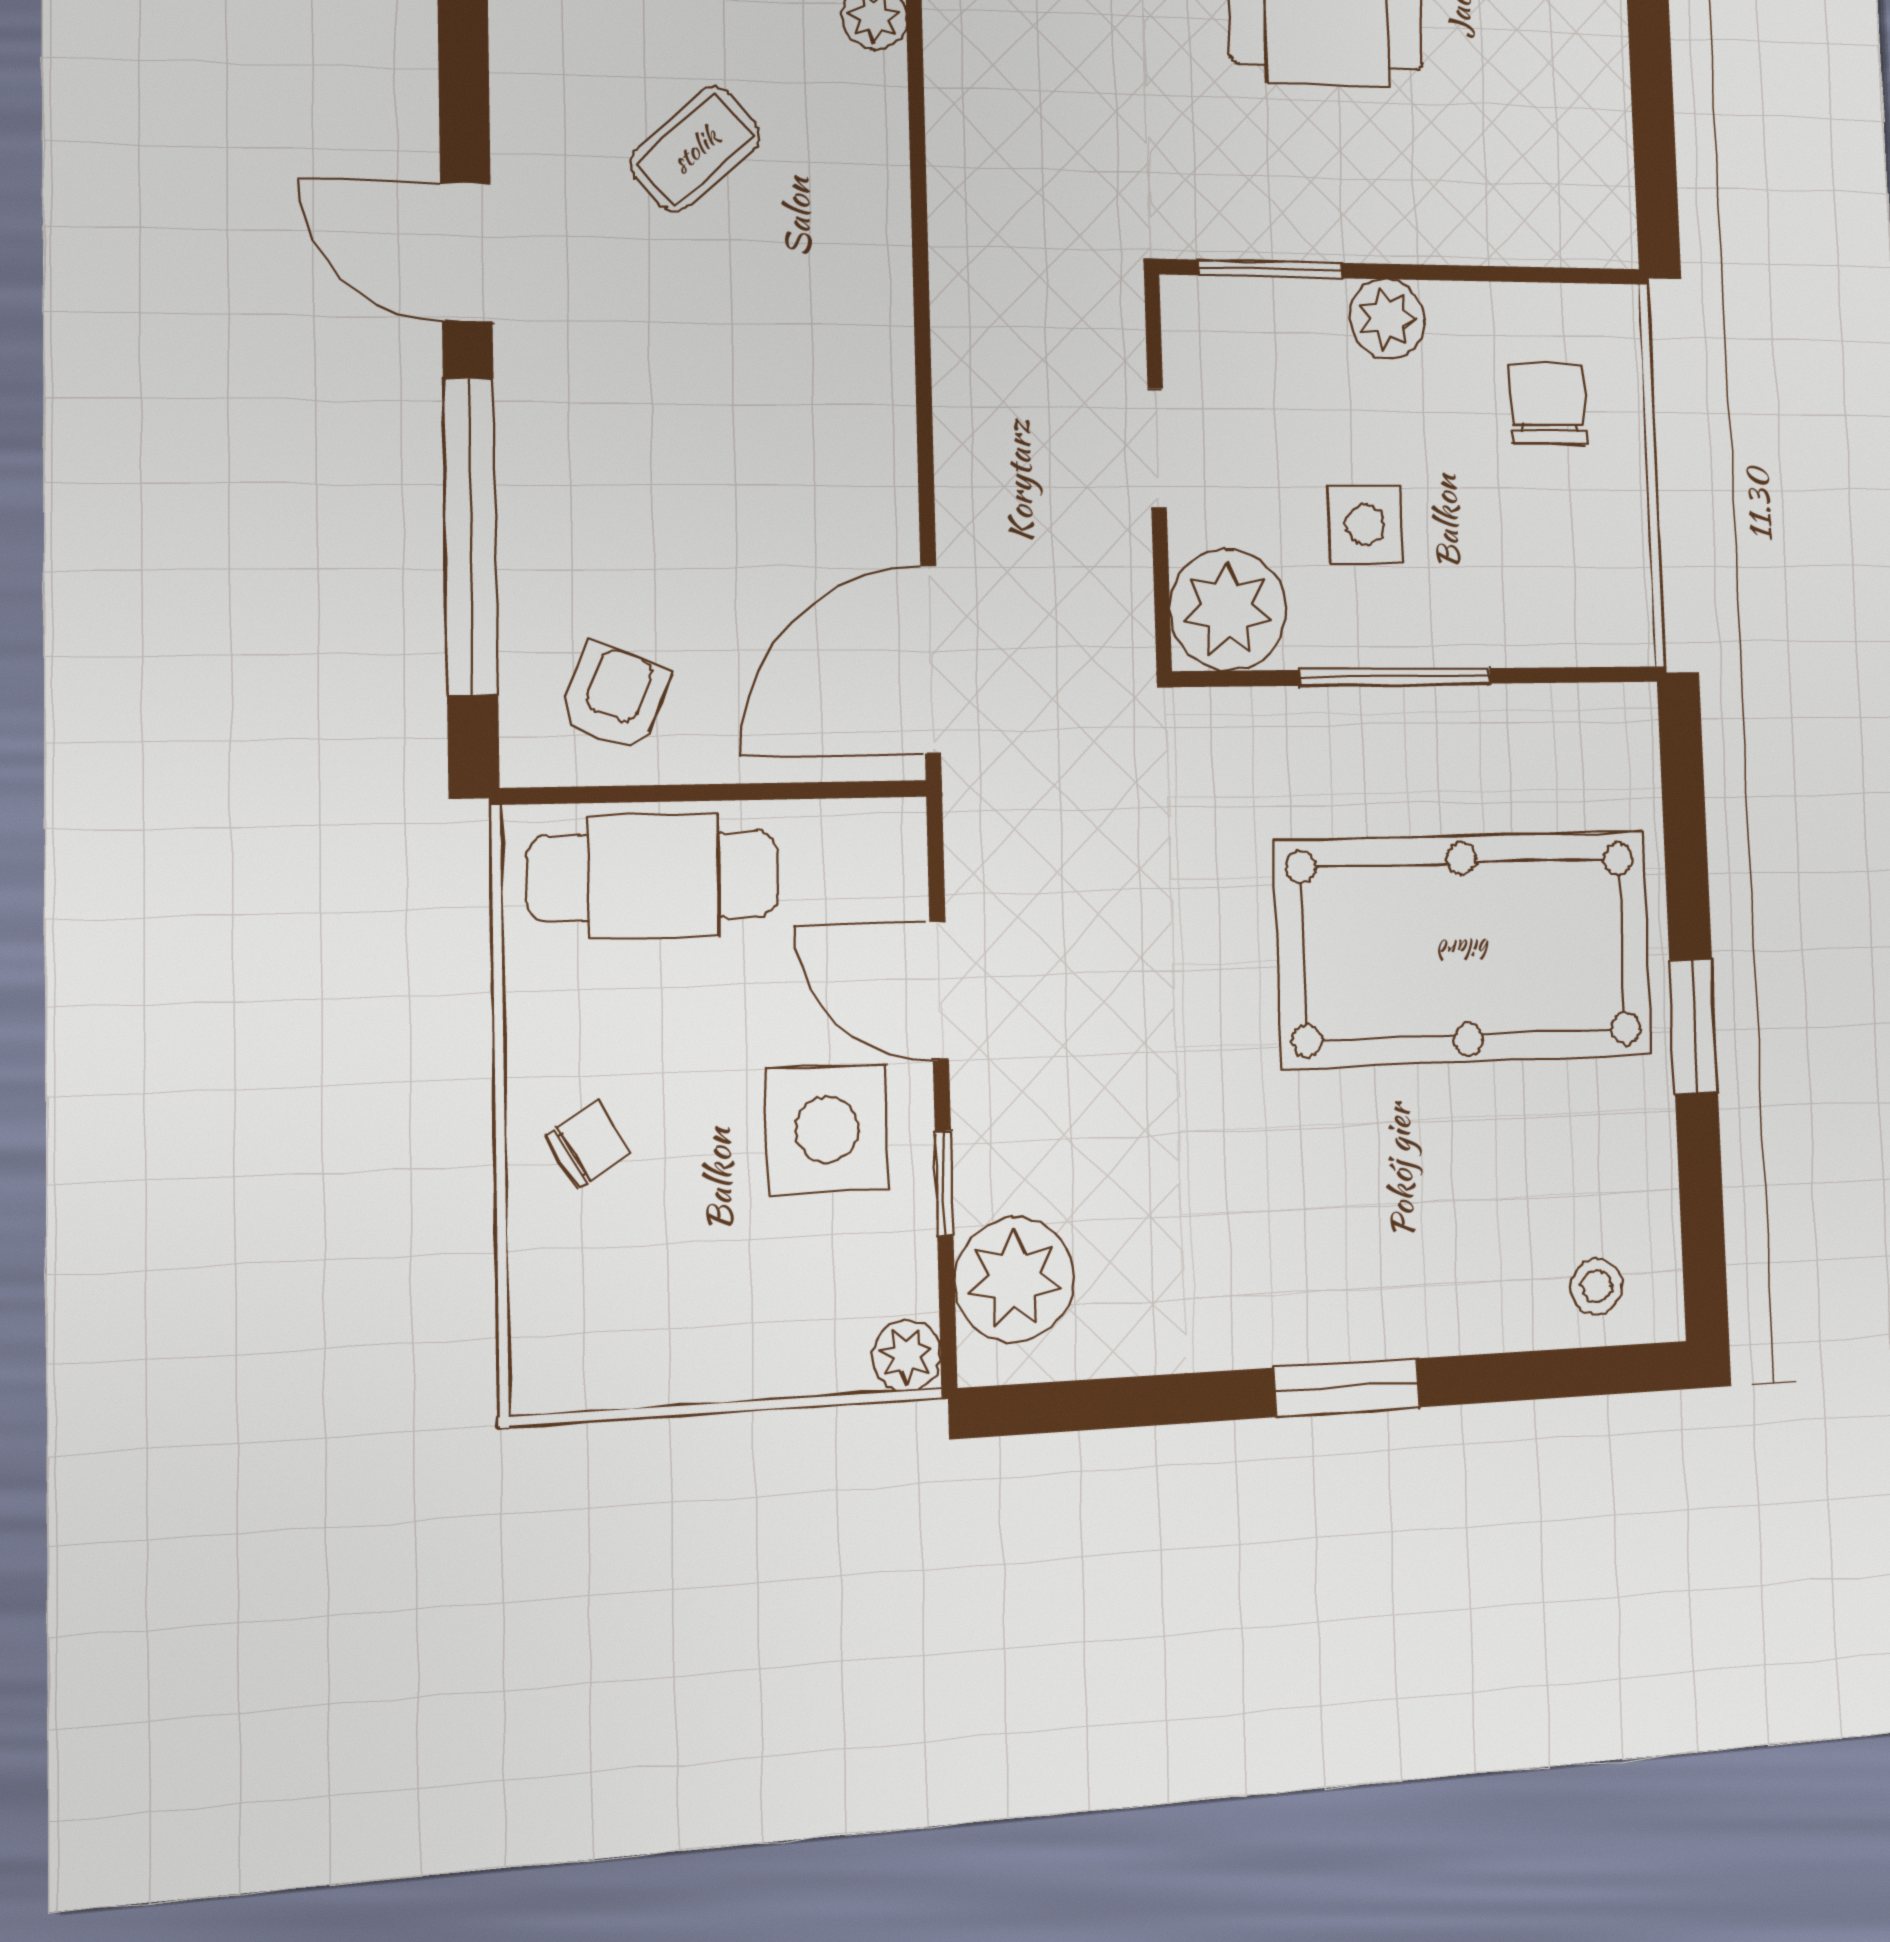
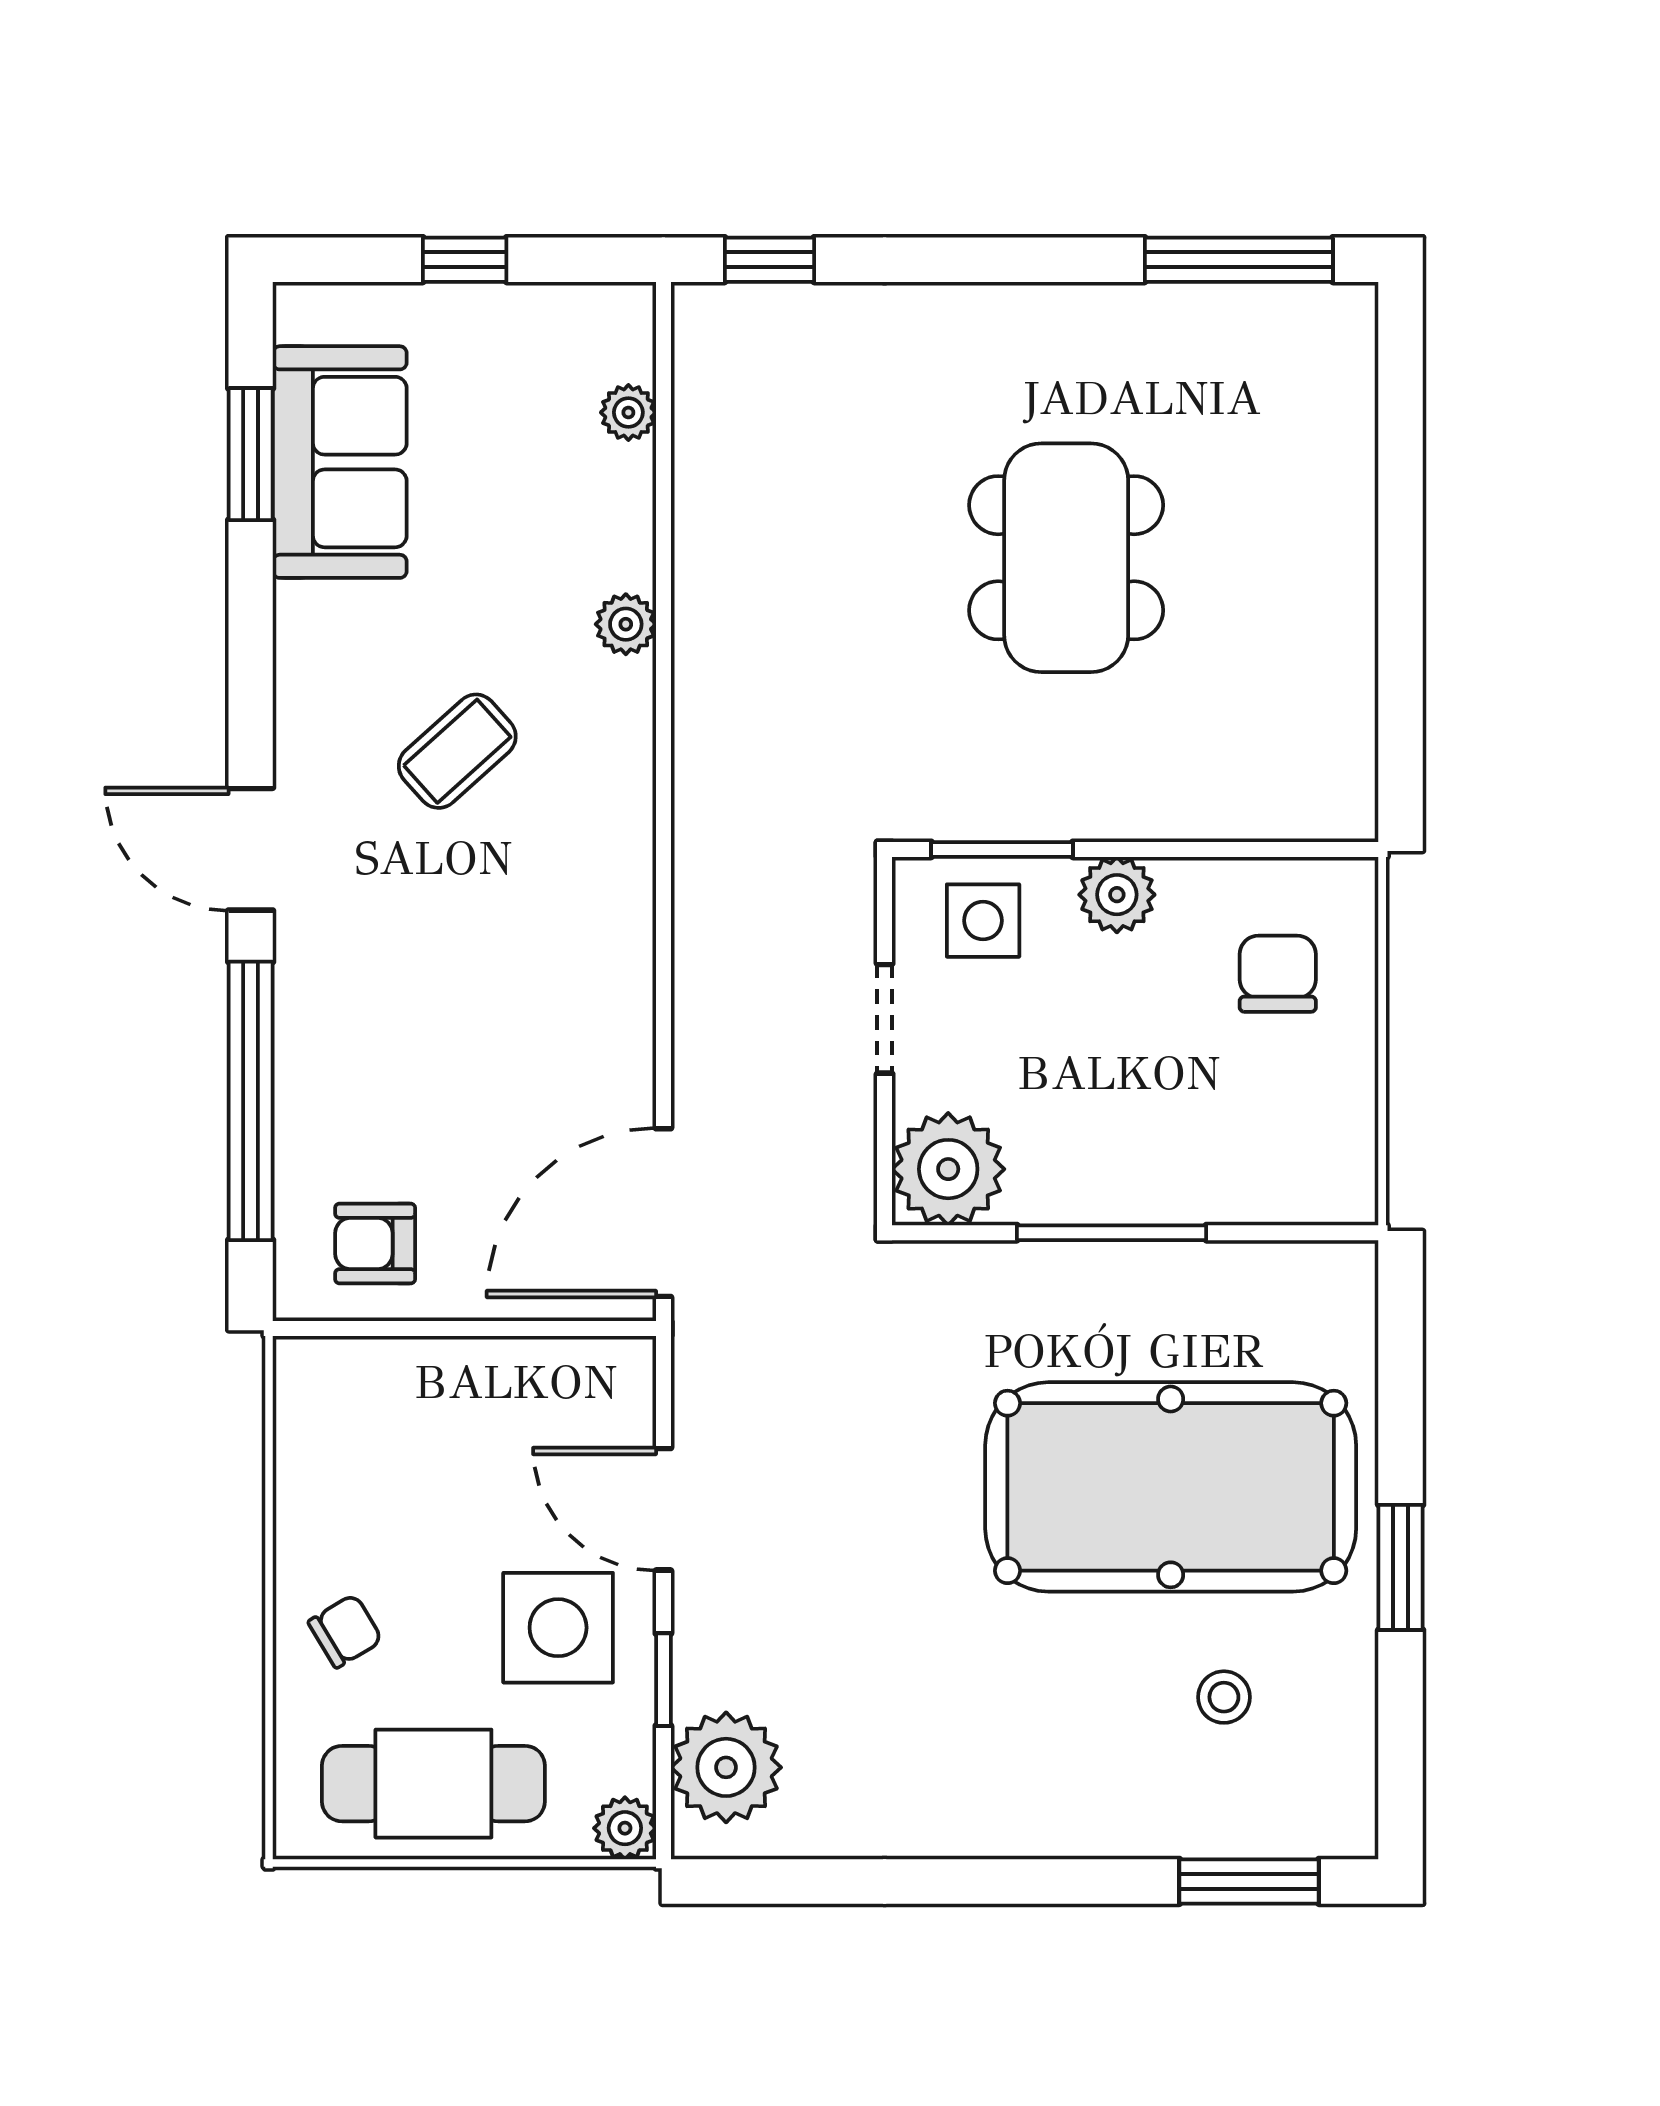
side table: (1365, 524) -> (983, 921), moved
armchair: (614, 697) -> (375, 1244), turned -113
cafe table: (653, 876) -> (433, 1784), moved
stool: (1596, 1286) -> (1224, 1697), moved
window: (1347, 1388) -> (1249, 1881), moved

